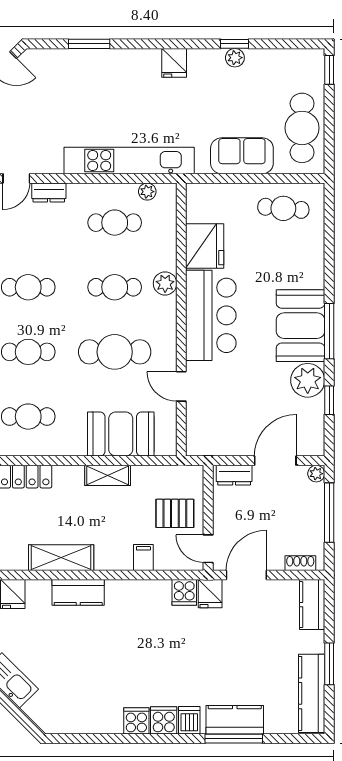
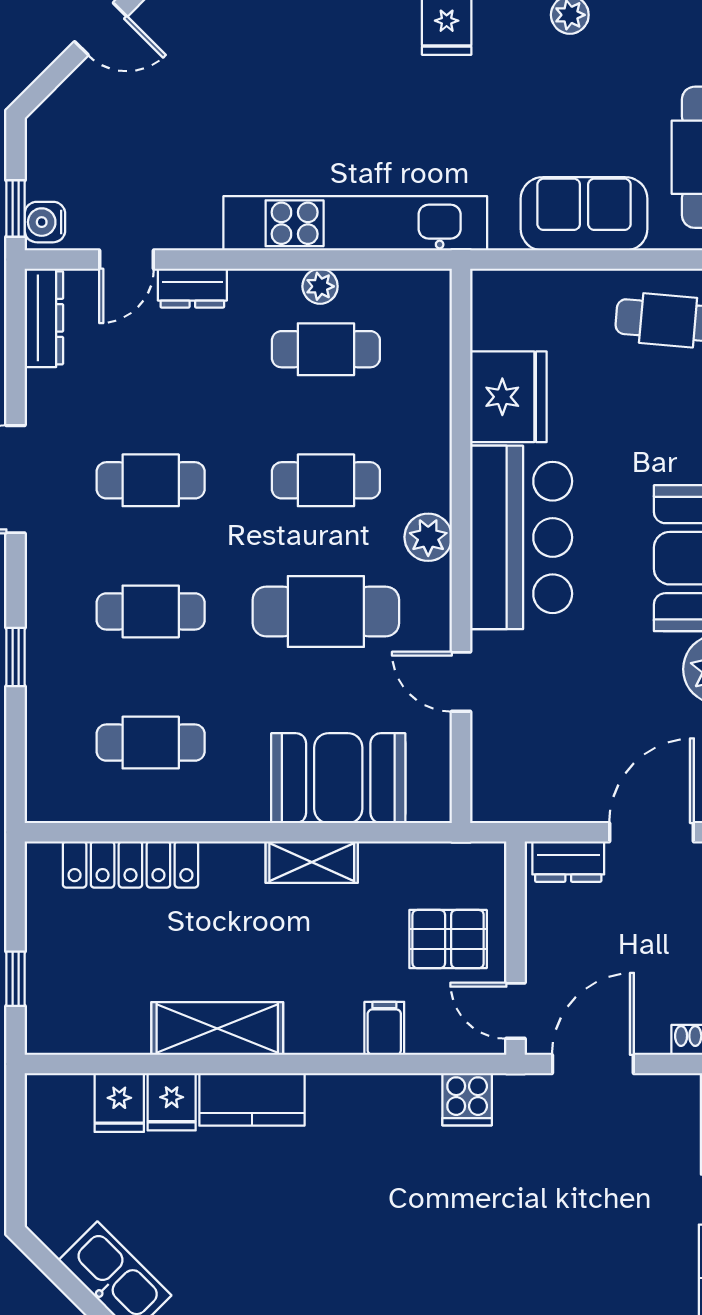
plant: (147, 192) -> (320, 286), moved
plant: (165, 283) -> (428, 537), moved
fridge: (210, 594) -> (172, 1102), moved

